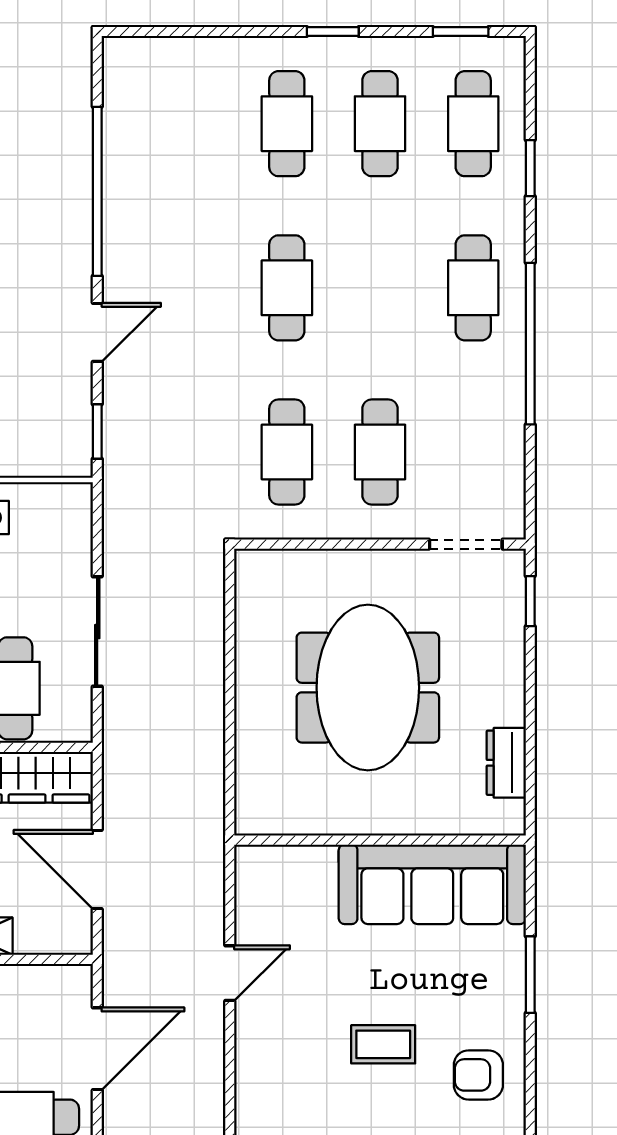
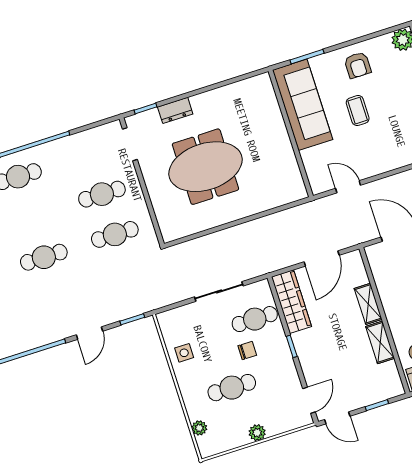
door: (97, 332) -> (89, 333), swing flipped
dresser: (506, 763) -> (175, 110), moved
wall: (380, 840) -> (291, 134), moved
sofa: (432, 884) -> (303, 105), moved

